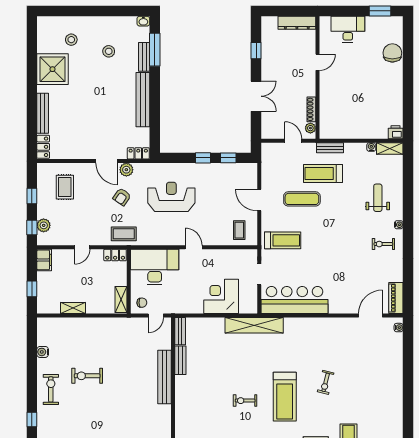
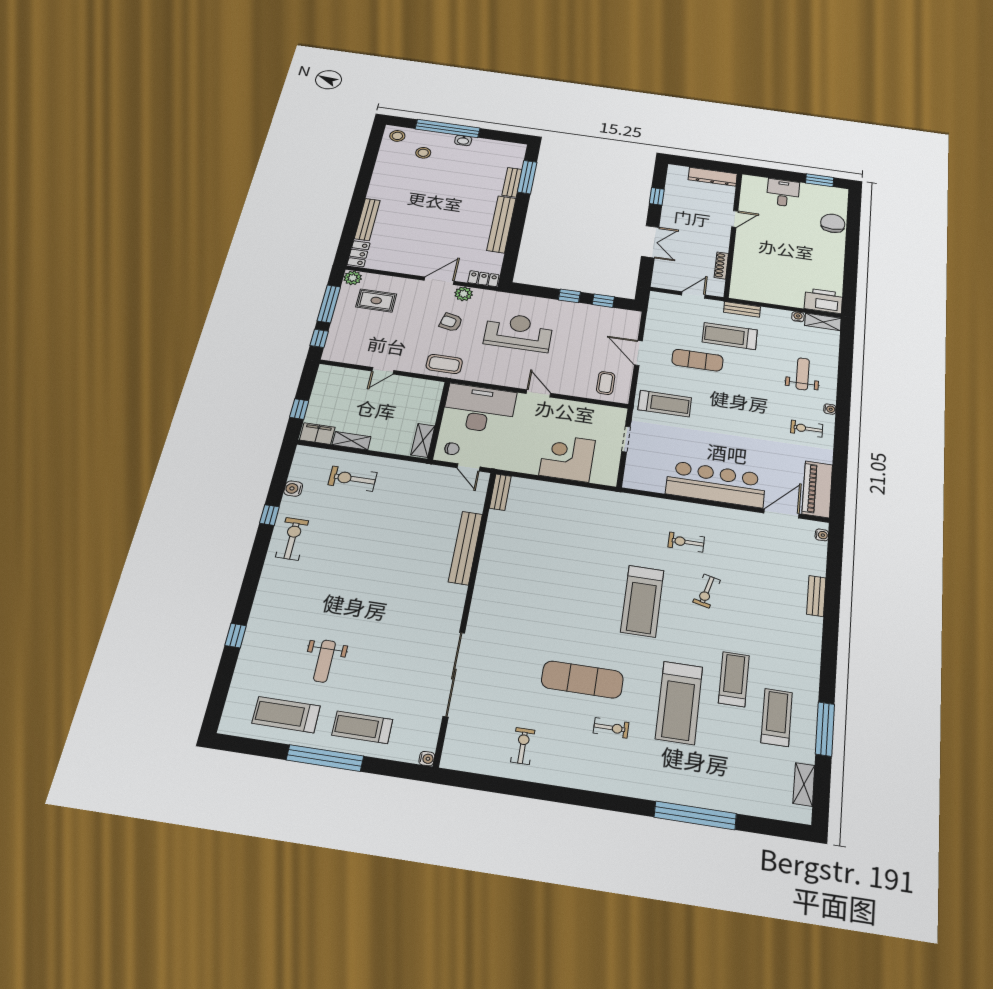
window: (85, 11) -> (448, 128), added
washbasin: (143, 21) -> (463, 140), moved
desk: (348, 29) -> (783, 193), width x0.73
stool: (109, 51) -> (397, 136), moved
shower: (52, 69) -> (392, 178), removed
plant: (310, 128) -> (718, 285), removed
printer: (396, 132) -> (823, 301), width x1.87, depth x1.48
door: (293, 141) -> (693, 295), hinge flipped
door: (107, 161) -> (439, 281), swing flipped
rug: (65, 187) -> (376, 301), turned 90
window: (32, 196) -> (329, 304), width x2.17
armchair: (122, 197) -> (451, 322), turned 69
plant: (44, 225) -> (353, 278), moved
locker: (115, 255) -> (427, 386), removed
filing cabinet: (44, 260) -> (317, 434), moved, turned -90
piano: (396, 298) -> (817, 489), width x1.37, depth x1.33
bar counter: (295, 300) -> (716, 484), moved
door: (156, 316) -> (469, 467), hinge flipped
shelving: (254, 325) -> (609, 501), removed
bench: (180, 360) -> (816, 596), moved
exercise bike: (87, 376) -> (353, 479), moved
exercise bike: (245, 401) -> (686, 542), moved
window: (32, 420) -> (269, 515), moved

